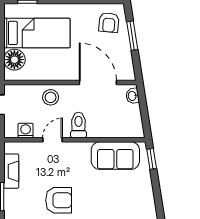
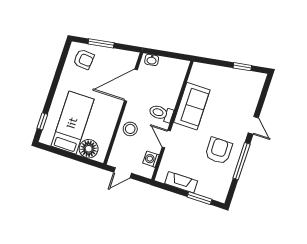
sofa: (115, 156) -> (192, 106), moved
window: (152, 159) -> (242, 67), moved

